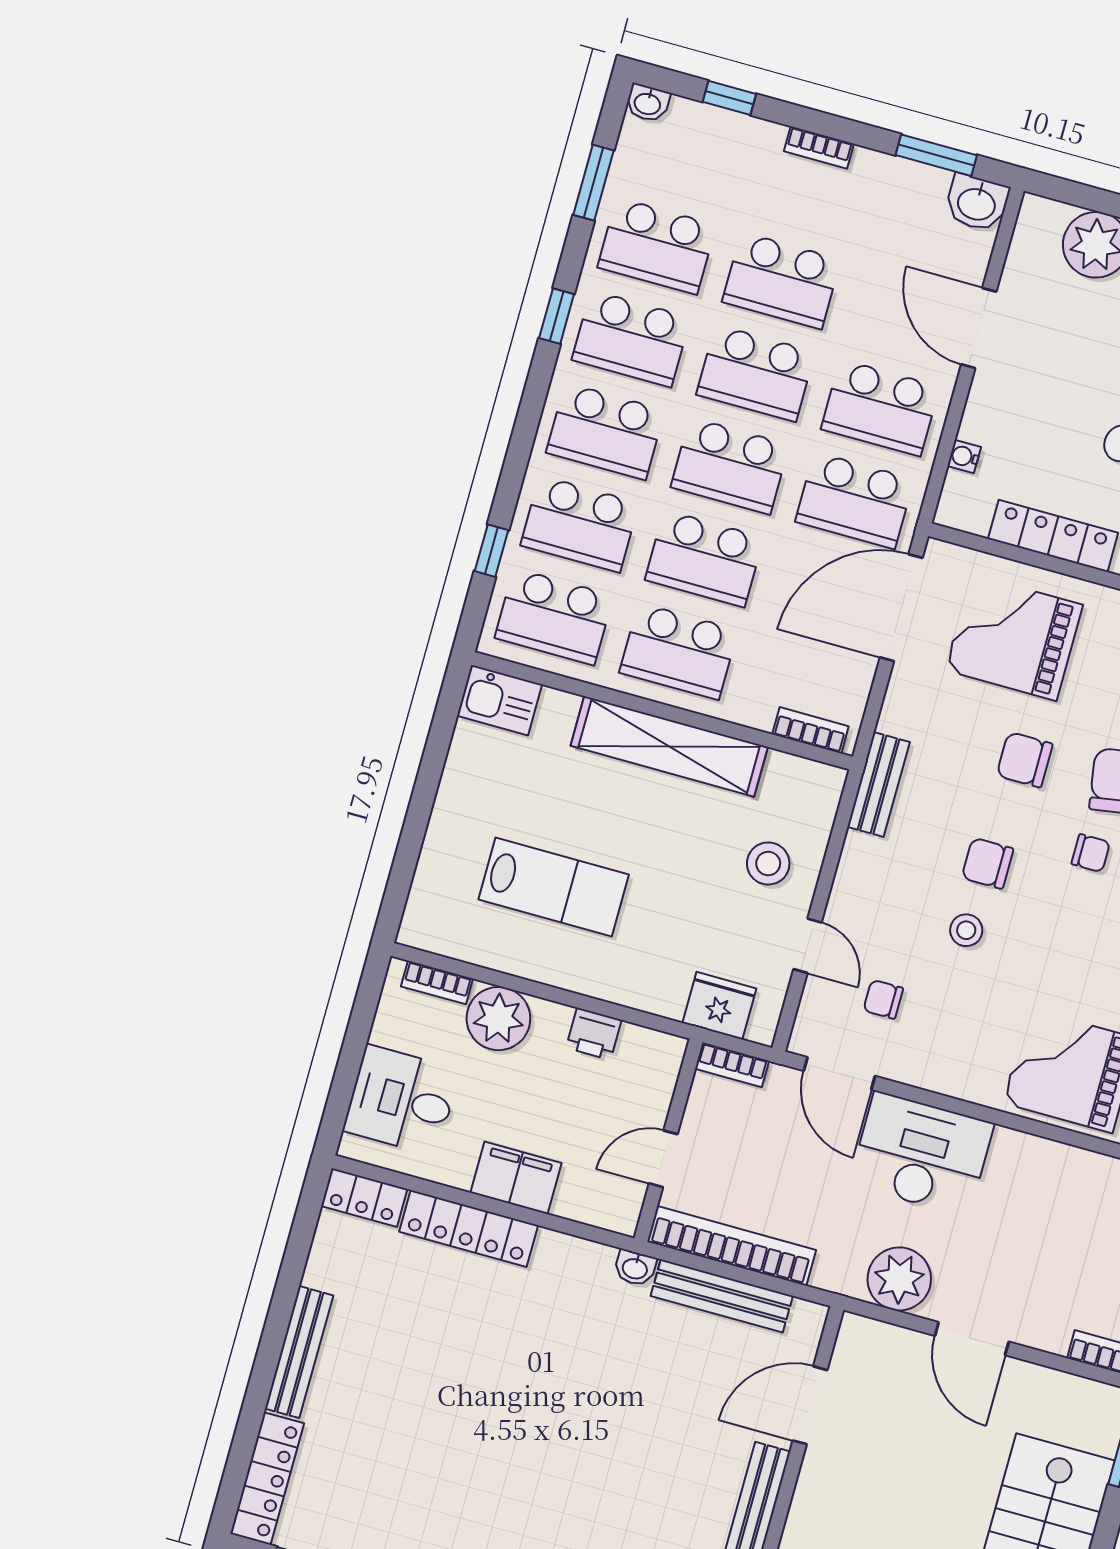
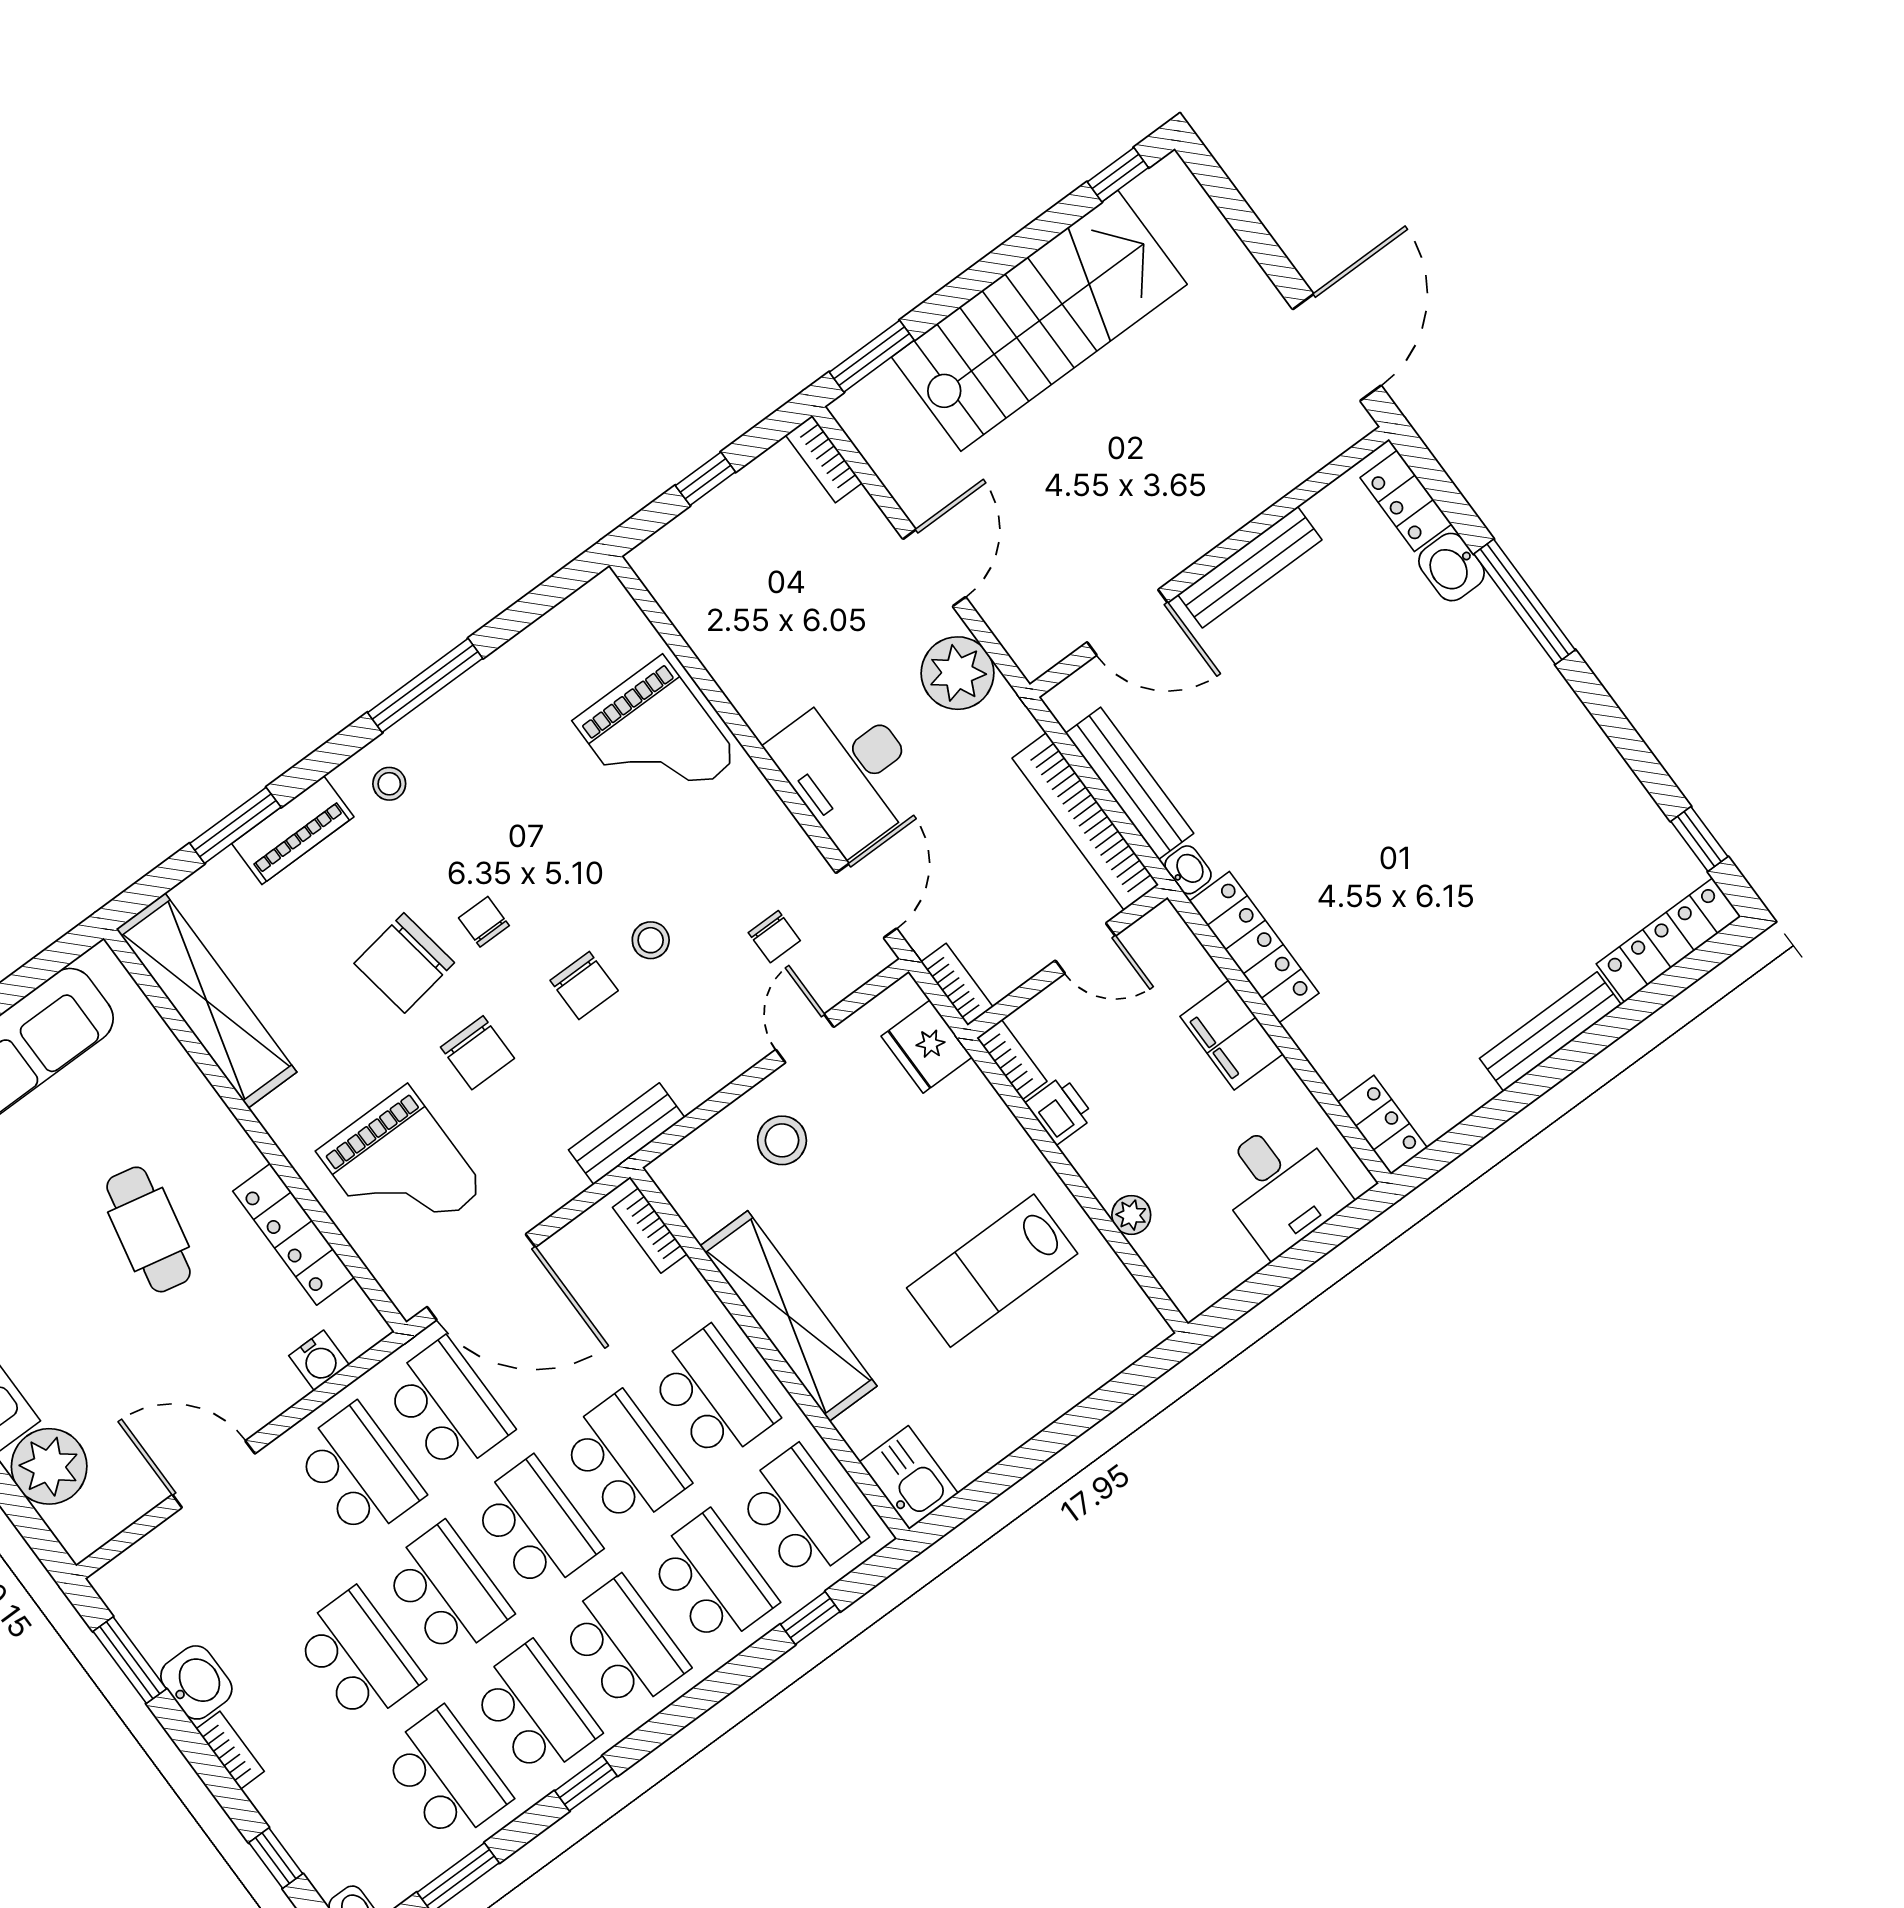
washbasin: (977, 203) -> (196, 1682), moved
door: (979, 328) -> (214, 1474), swing flipped
water cooler: (964, 457) -> (319, 1360), width x1.38, depth x1.38
lab bench: (554, 887) -> (992, 1271), turned -90
bookcase: (437, 983) -> (1012, 1060), moved
plant: (498, 1019) -> (1131, 1215), width x0.53, depth x0.53
locker: (469, 1228) -> (1254, 947), moved

